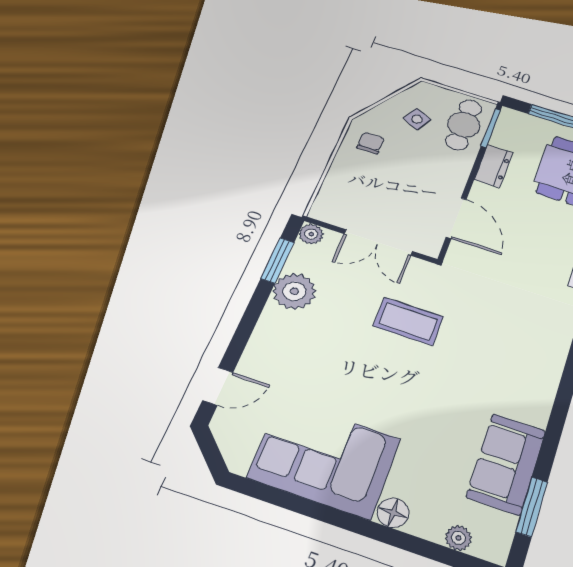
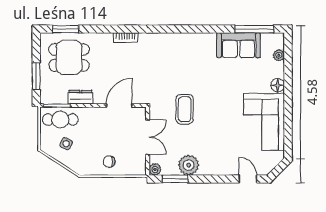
chair: (371, 143) -> (109, 162), moved
window: (532, 507) -> (254, 29), width x1.44

